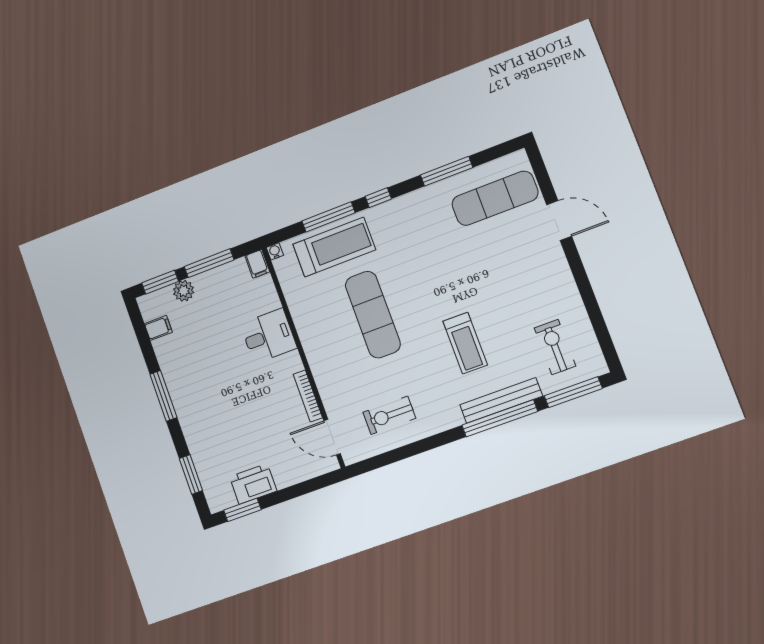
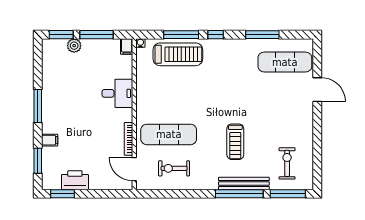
exercise mat: (373, 315) -> (169, 134), moved, turned 90
filing cabinet: (158, 328) -> (50, 140), moved

